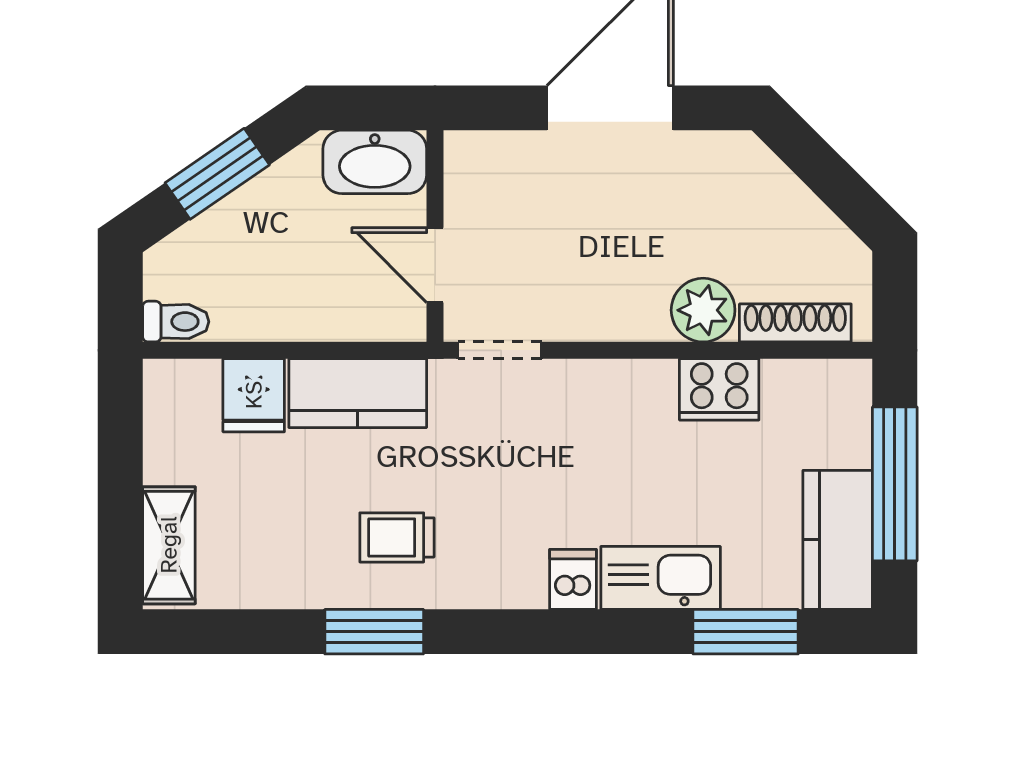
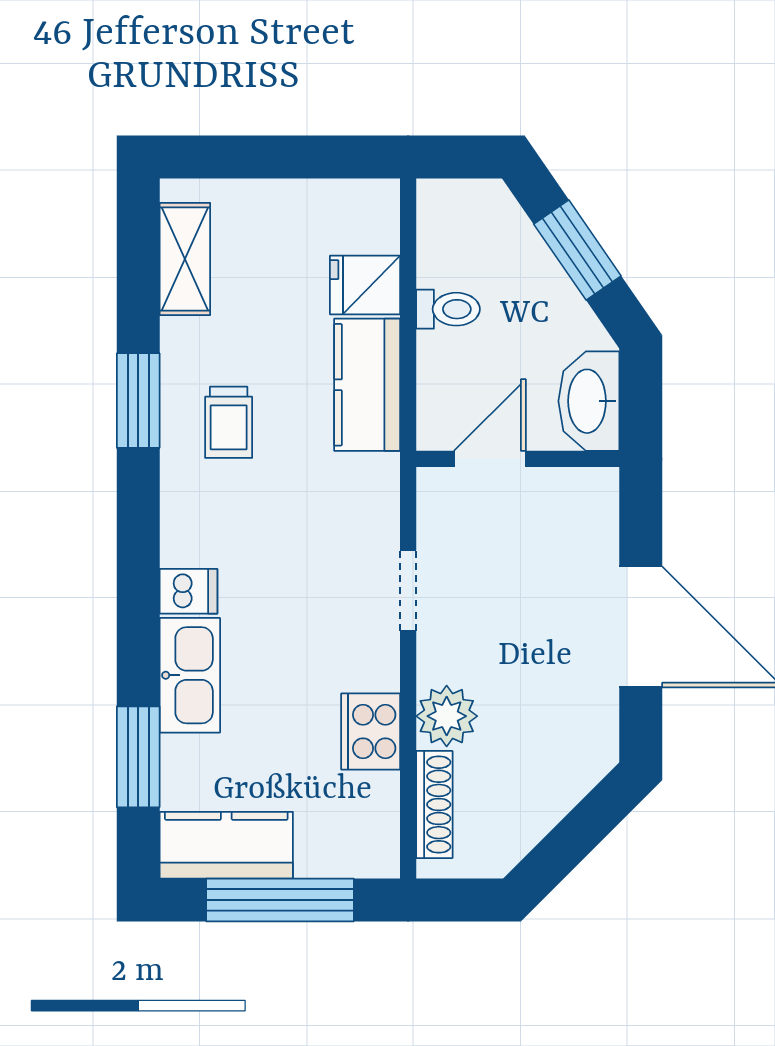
toilet: (176, 322) -> (448, 309), moved, turned -90
doorway: (500, 350) -> (408, 590), moved
trolley: (397, 537) -> (229, 422), turned 180
shelving: (169, 545) -> (185, 259), moved, turned 90

